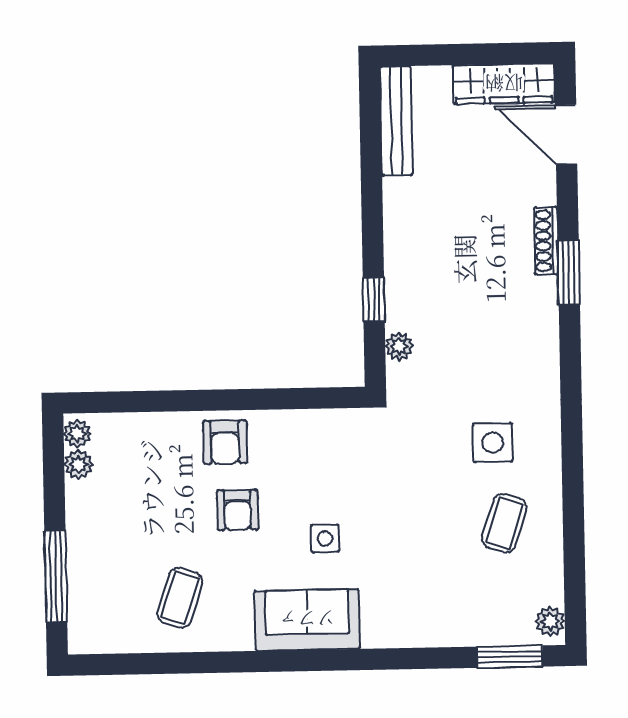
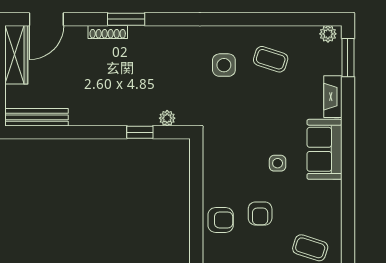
armchair: (237, 510) -> (260, 214), turned 90
sofa: (307, 620) -> (324, 149), moved
fireplace: (442, 632) -> (333, 97), added

